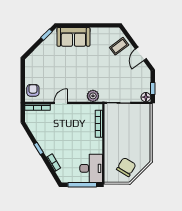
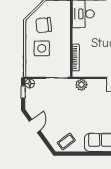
coffee table: (119, 46) -> (66, 142), moved
side table: (134, 133) -> (42, 48), added
chair: (126, 167) -> (44, 25), moved, turned 53

